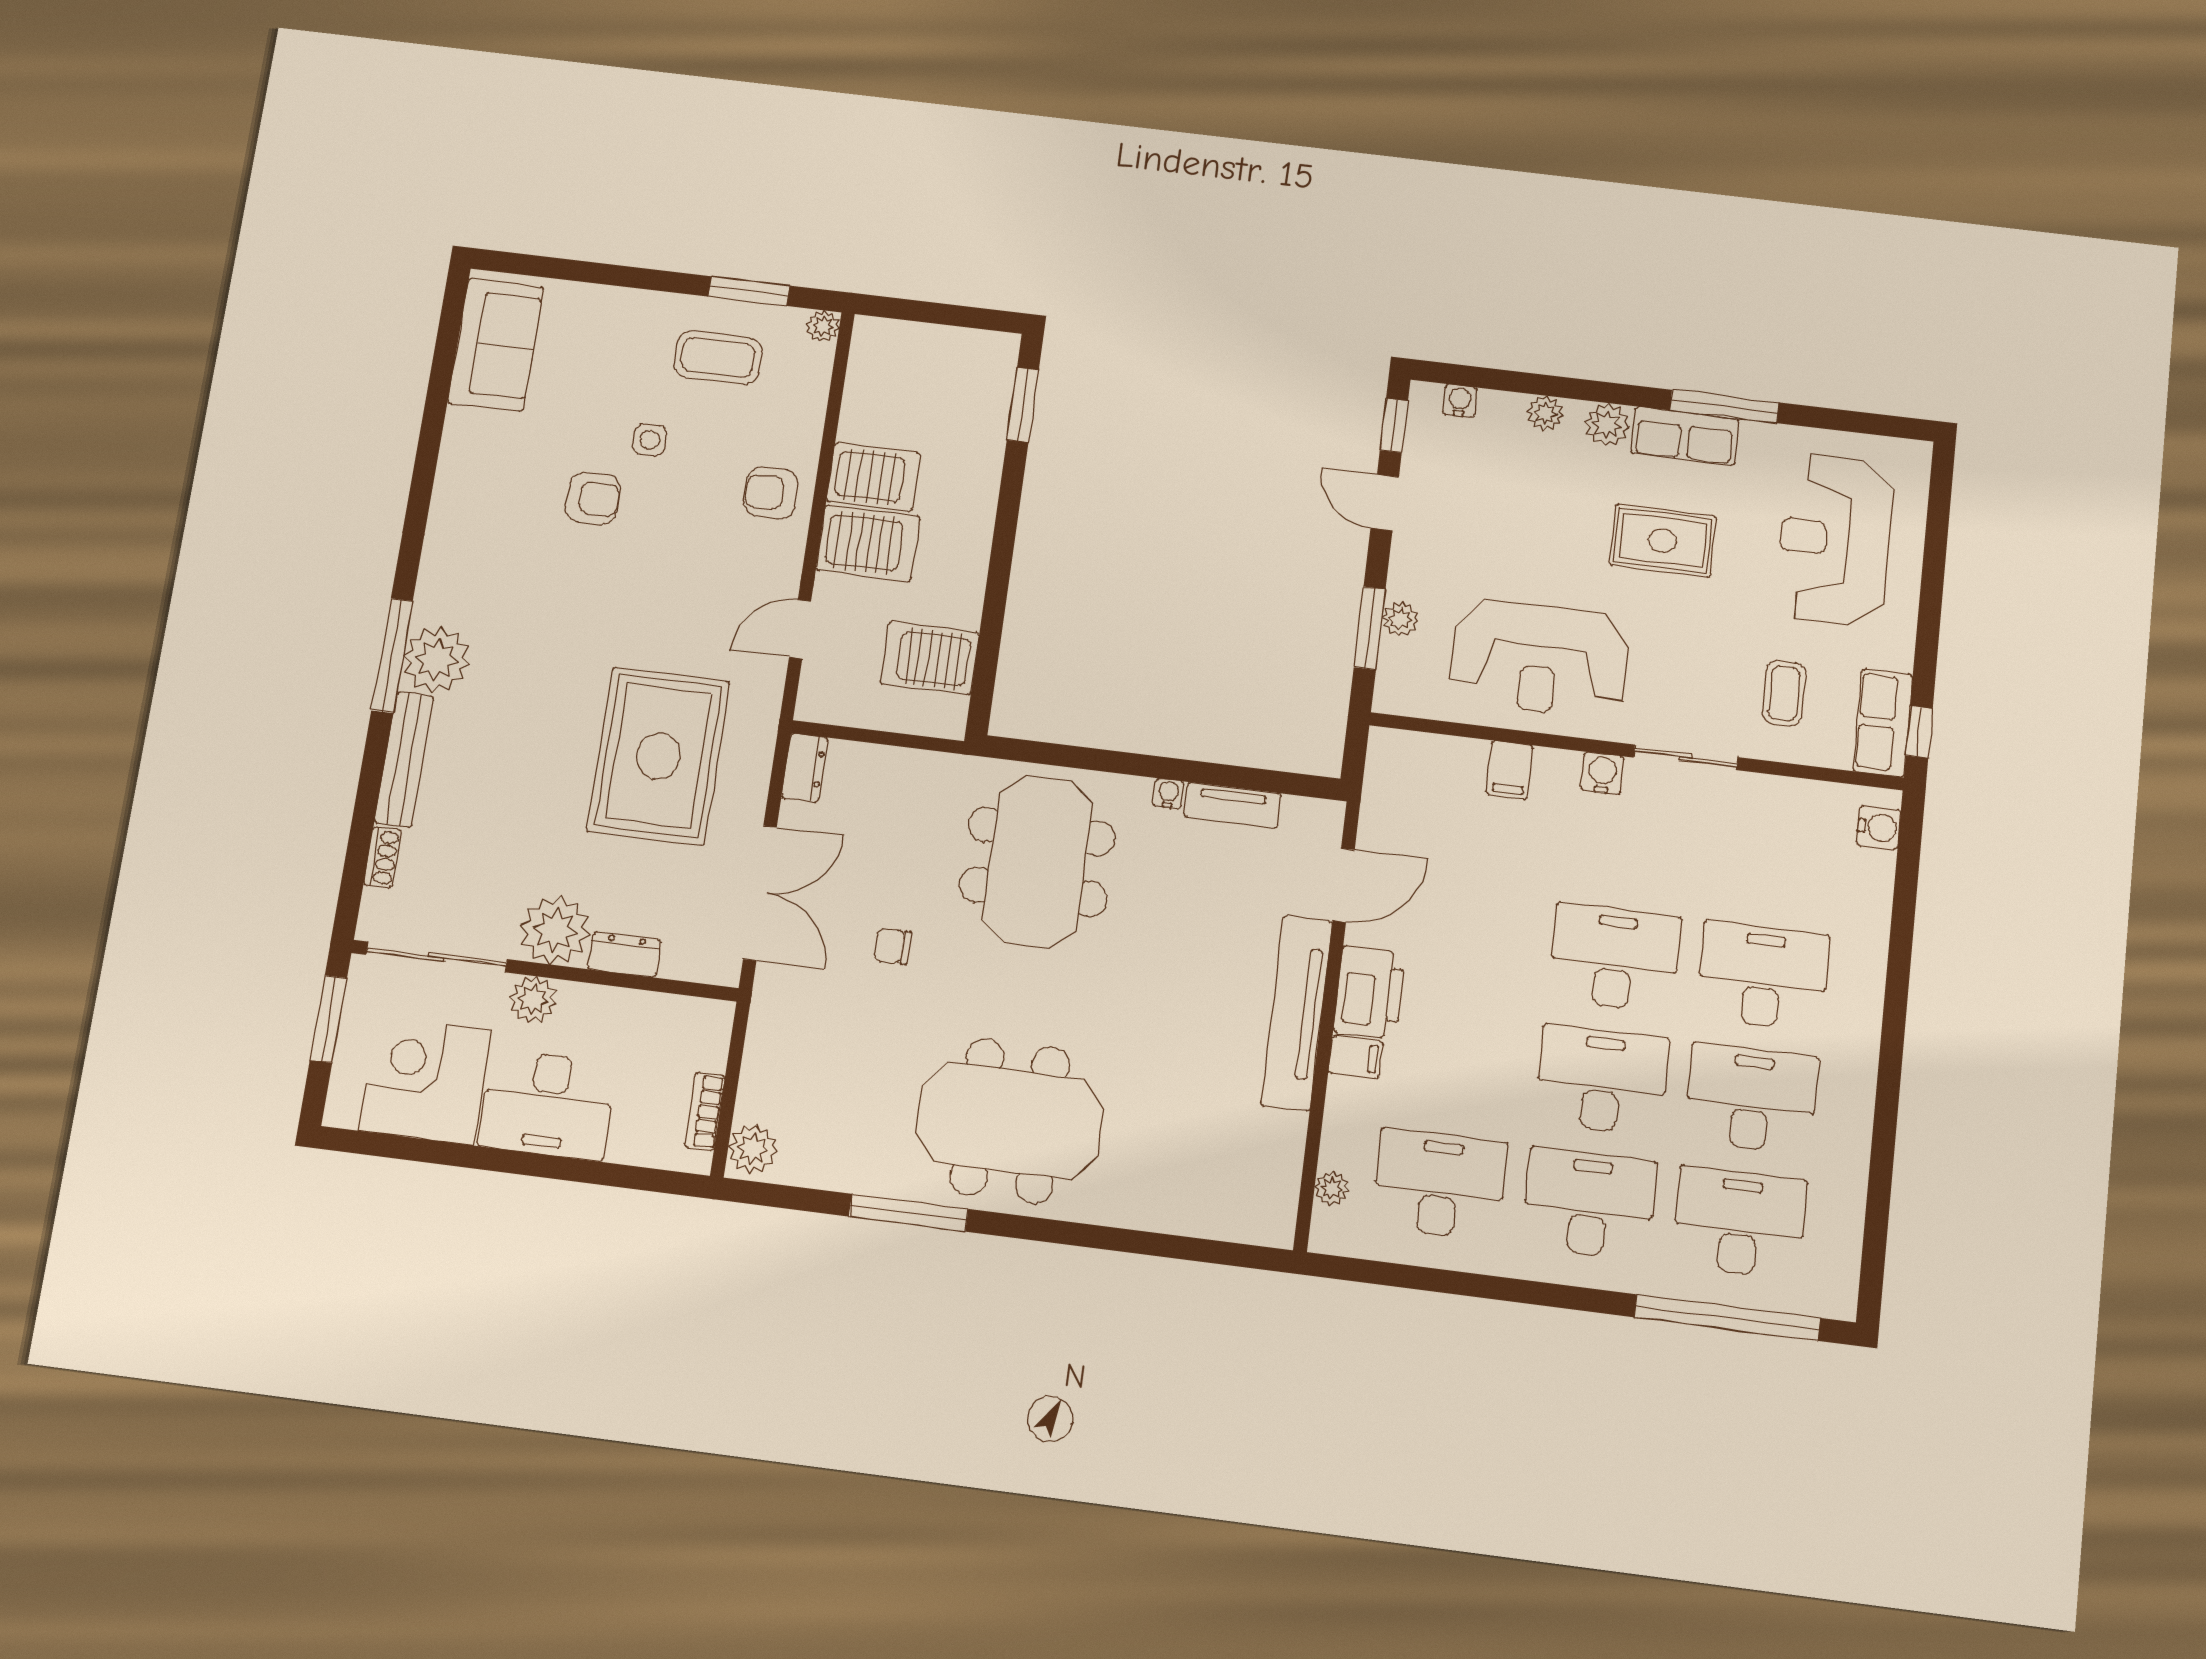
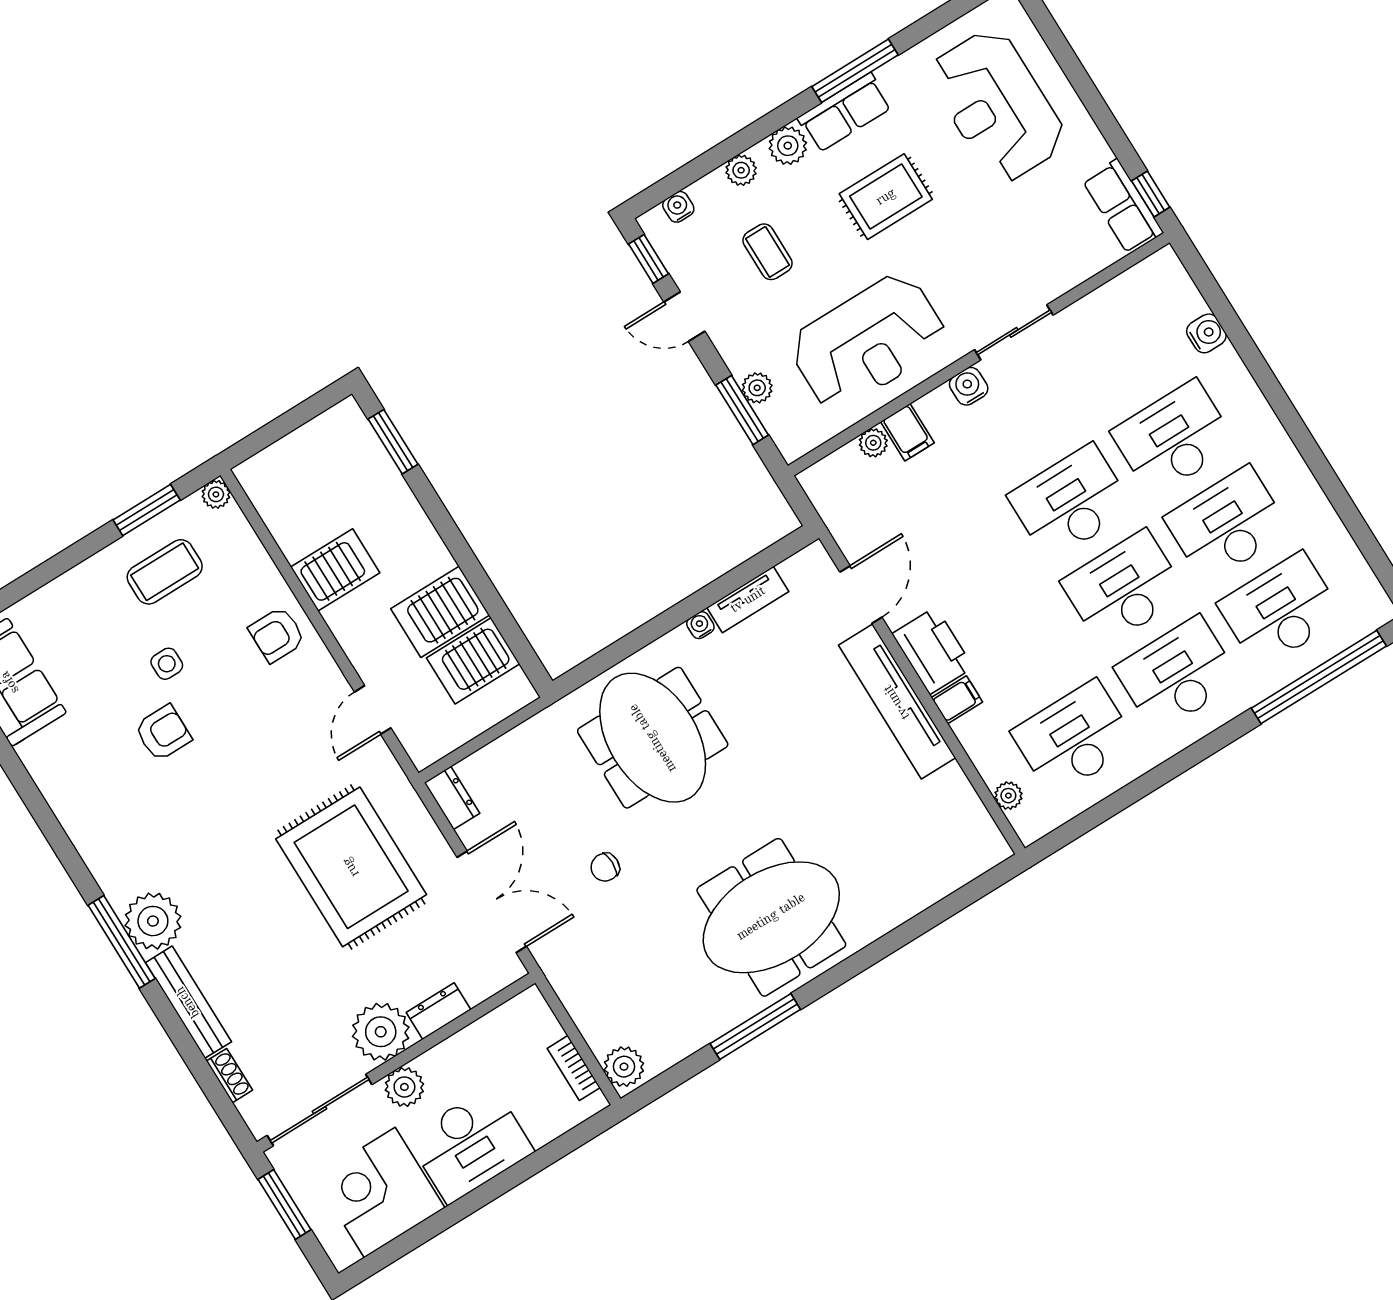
server rack: (868, 543) -> (440, 612), moved, turned 180
coffee table: (1784, 693) -> (768, 252), moved
plant: (1469, 754) -> (873, 443), added
water cooler: (1879, 827) -> (1206, 333), moved

